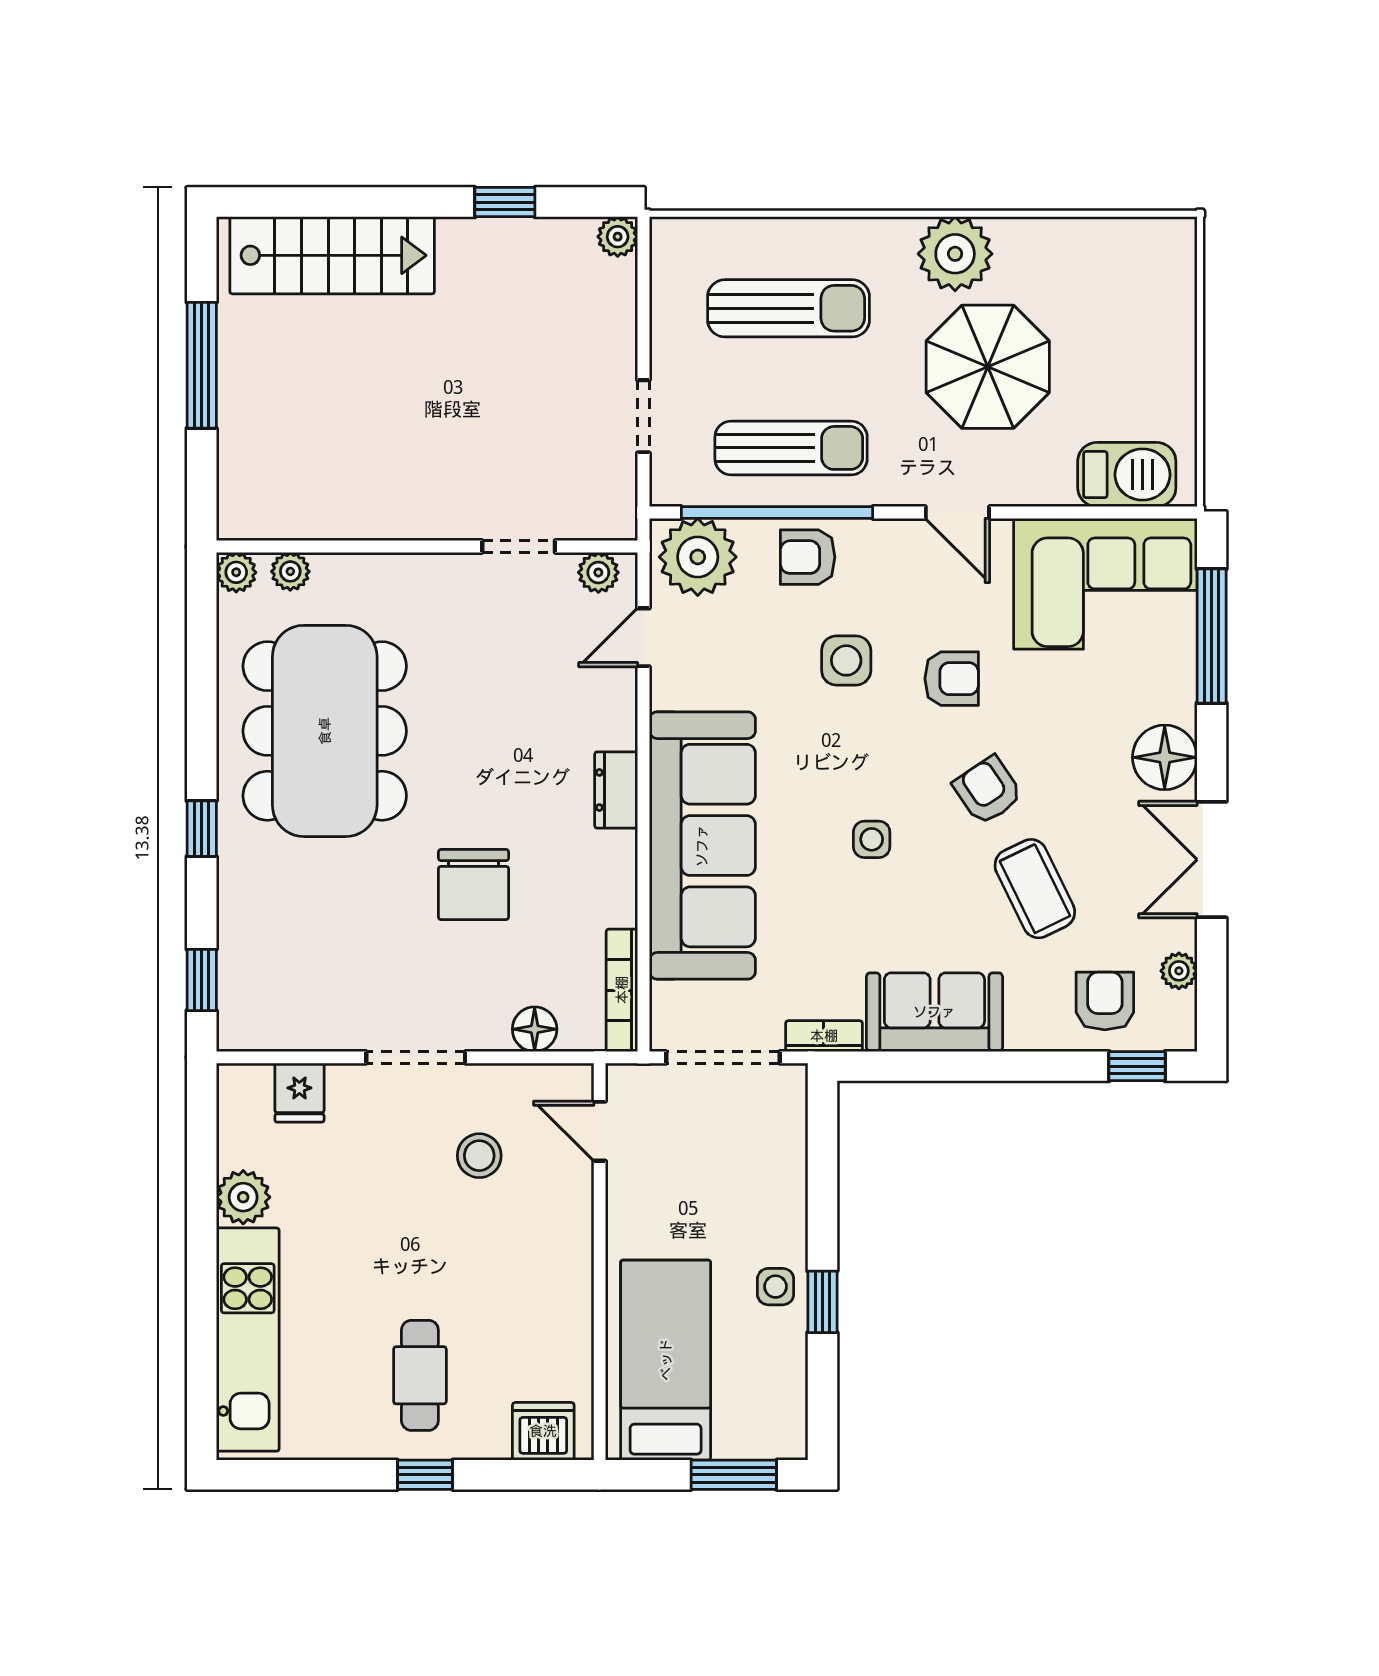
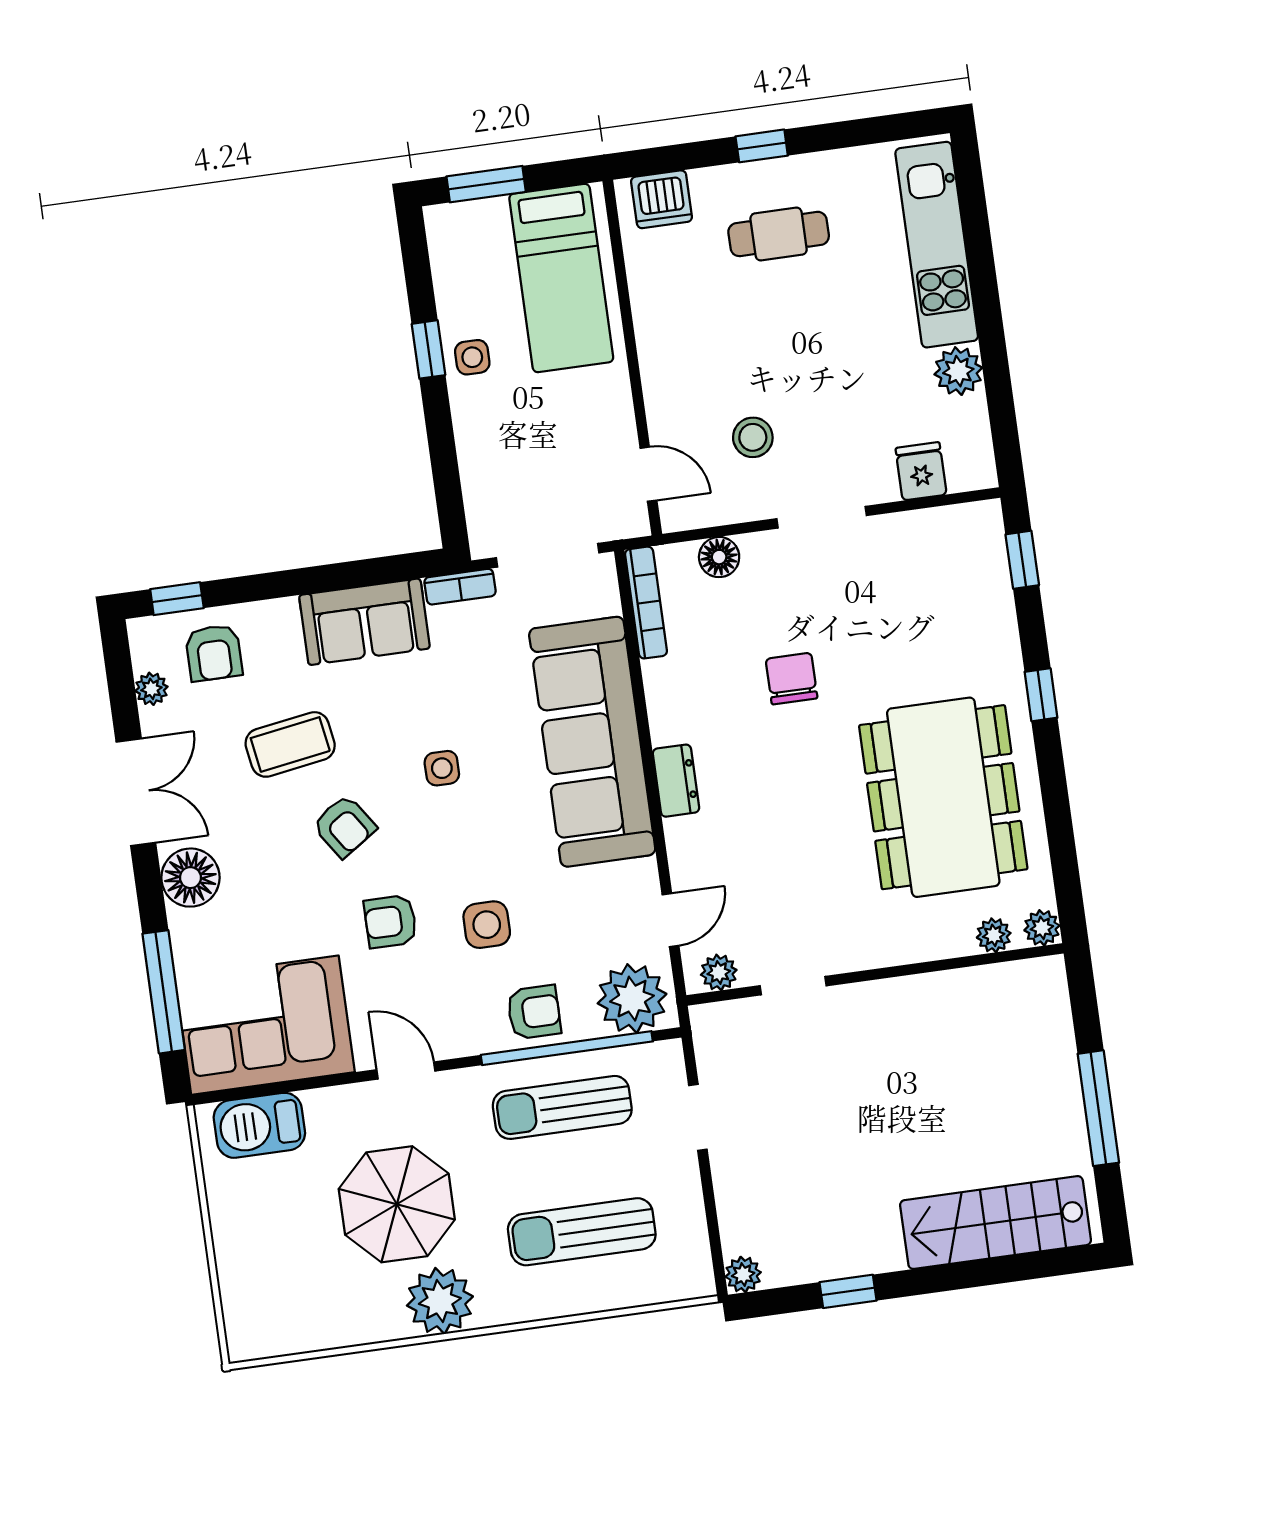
chair: (474, 885) -> (792, 679), width x0.73, depth x0.73
coffee table: (1035, 889) -> (290, 744), turned -73
cafe table: (420, 1375) -> (779, 234), turned 90

